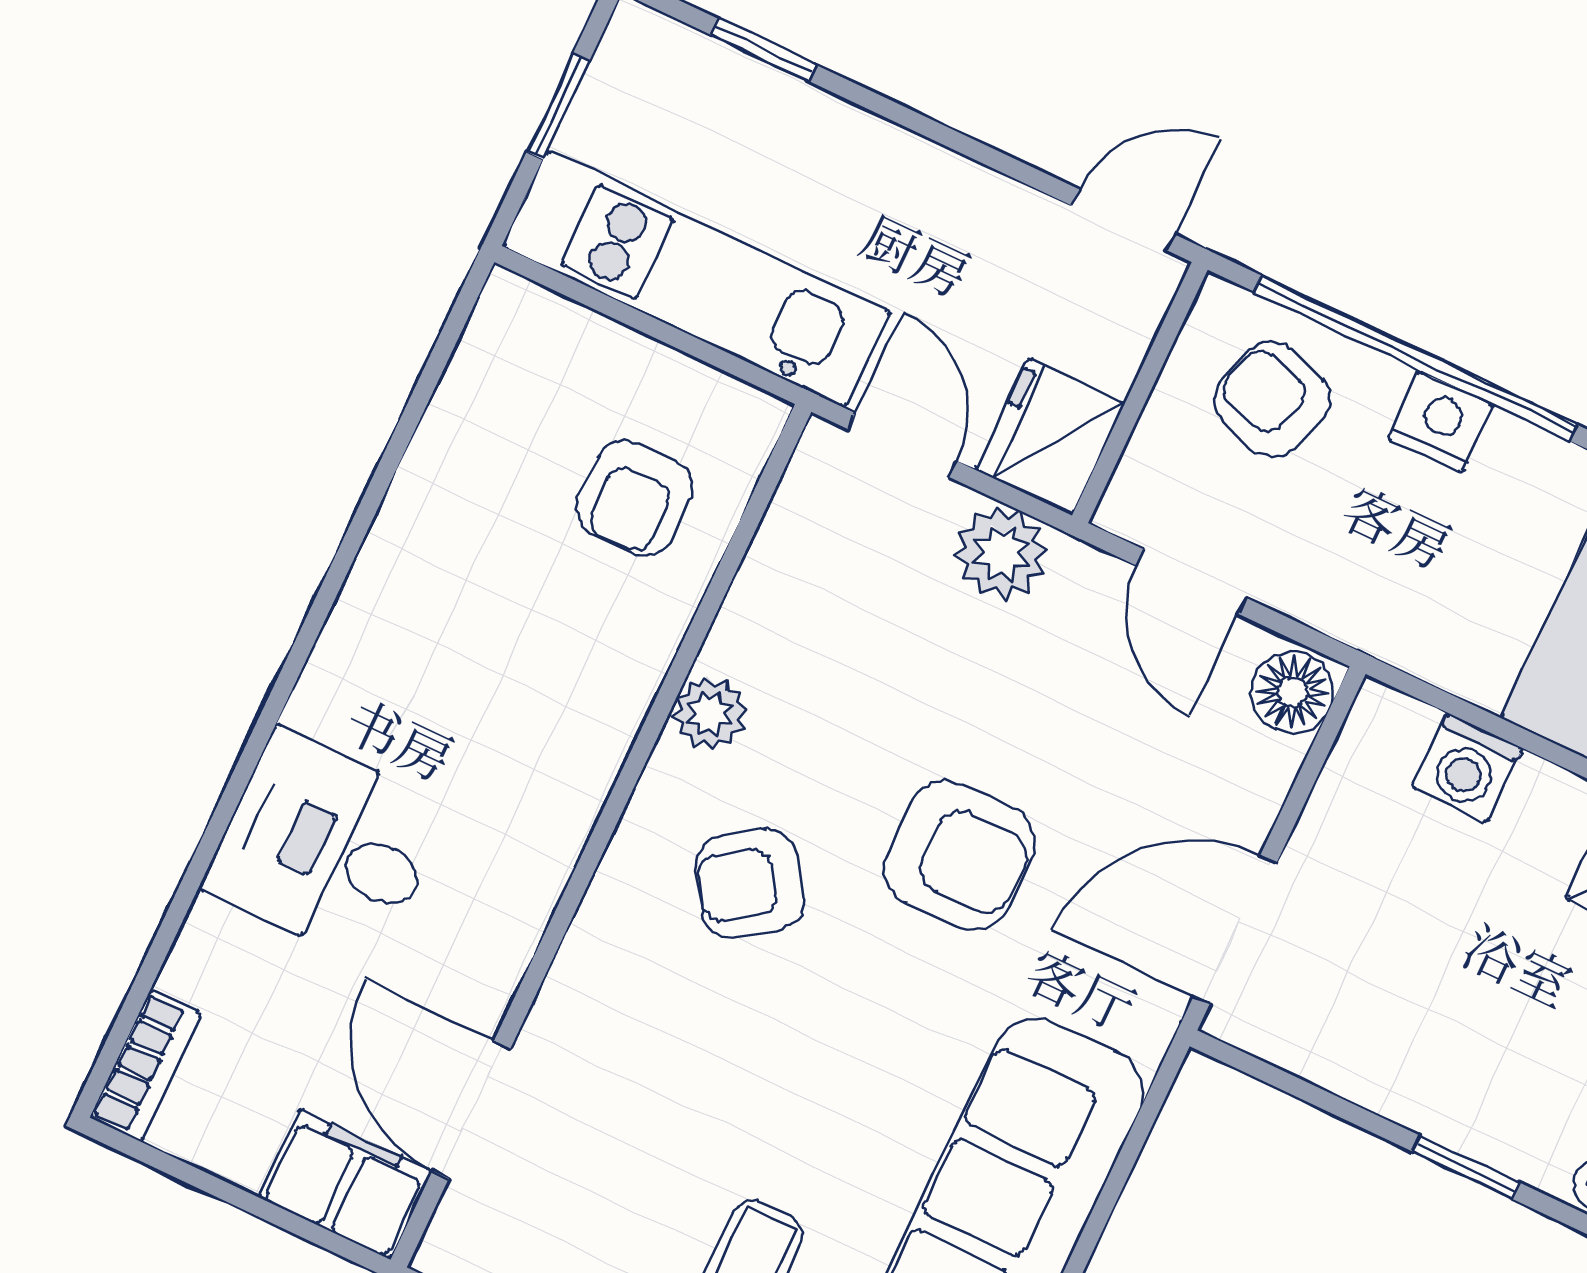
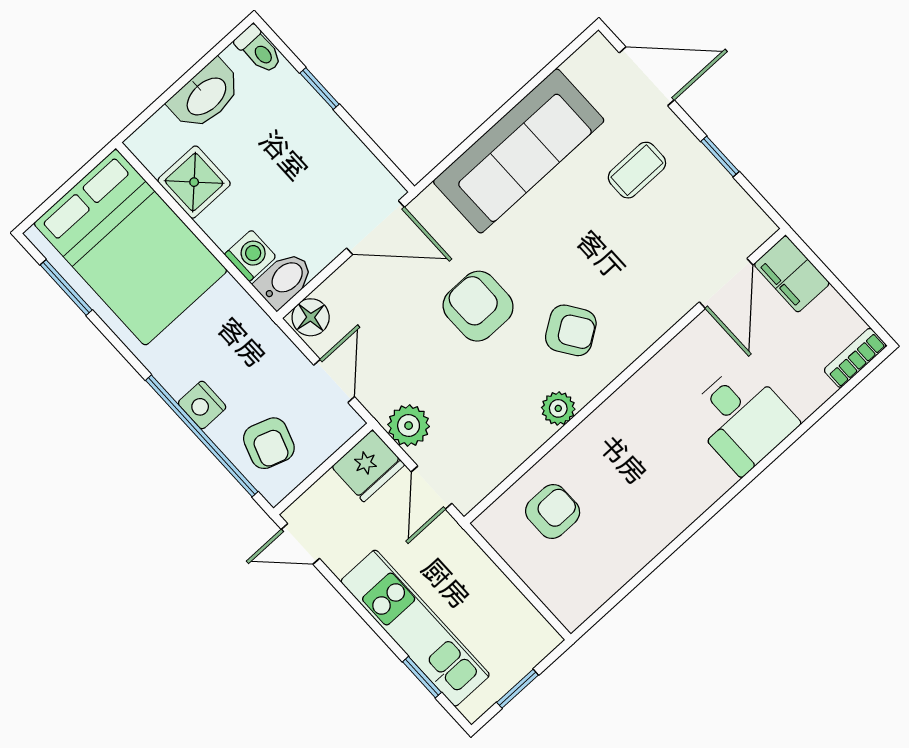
kitchen unit: (696, 279) -> (415, 628), moved, turned 180
bidet: (1378, 746) -> (284, 280), added

